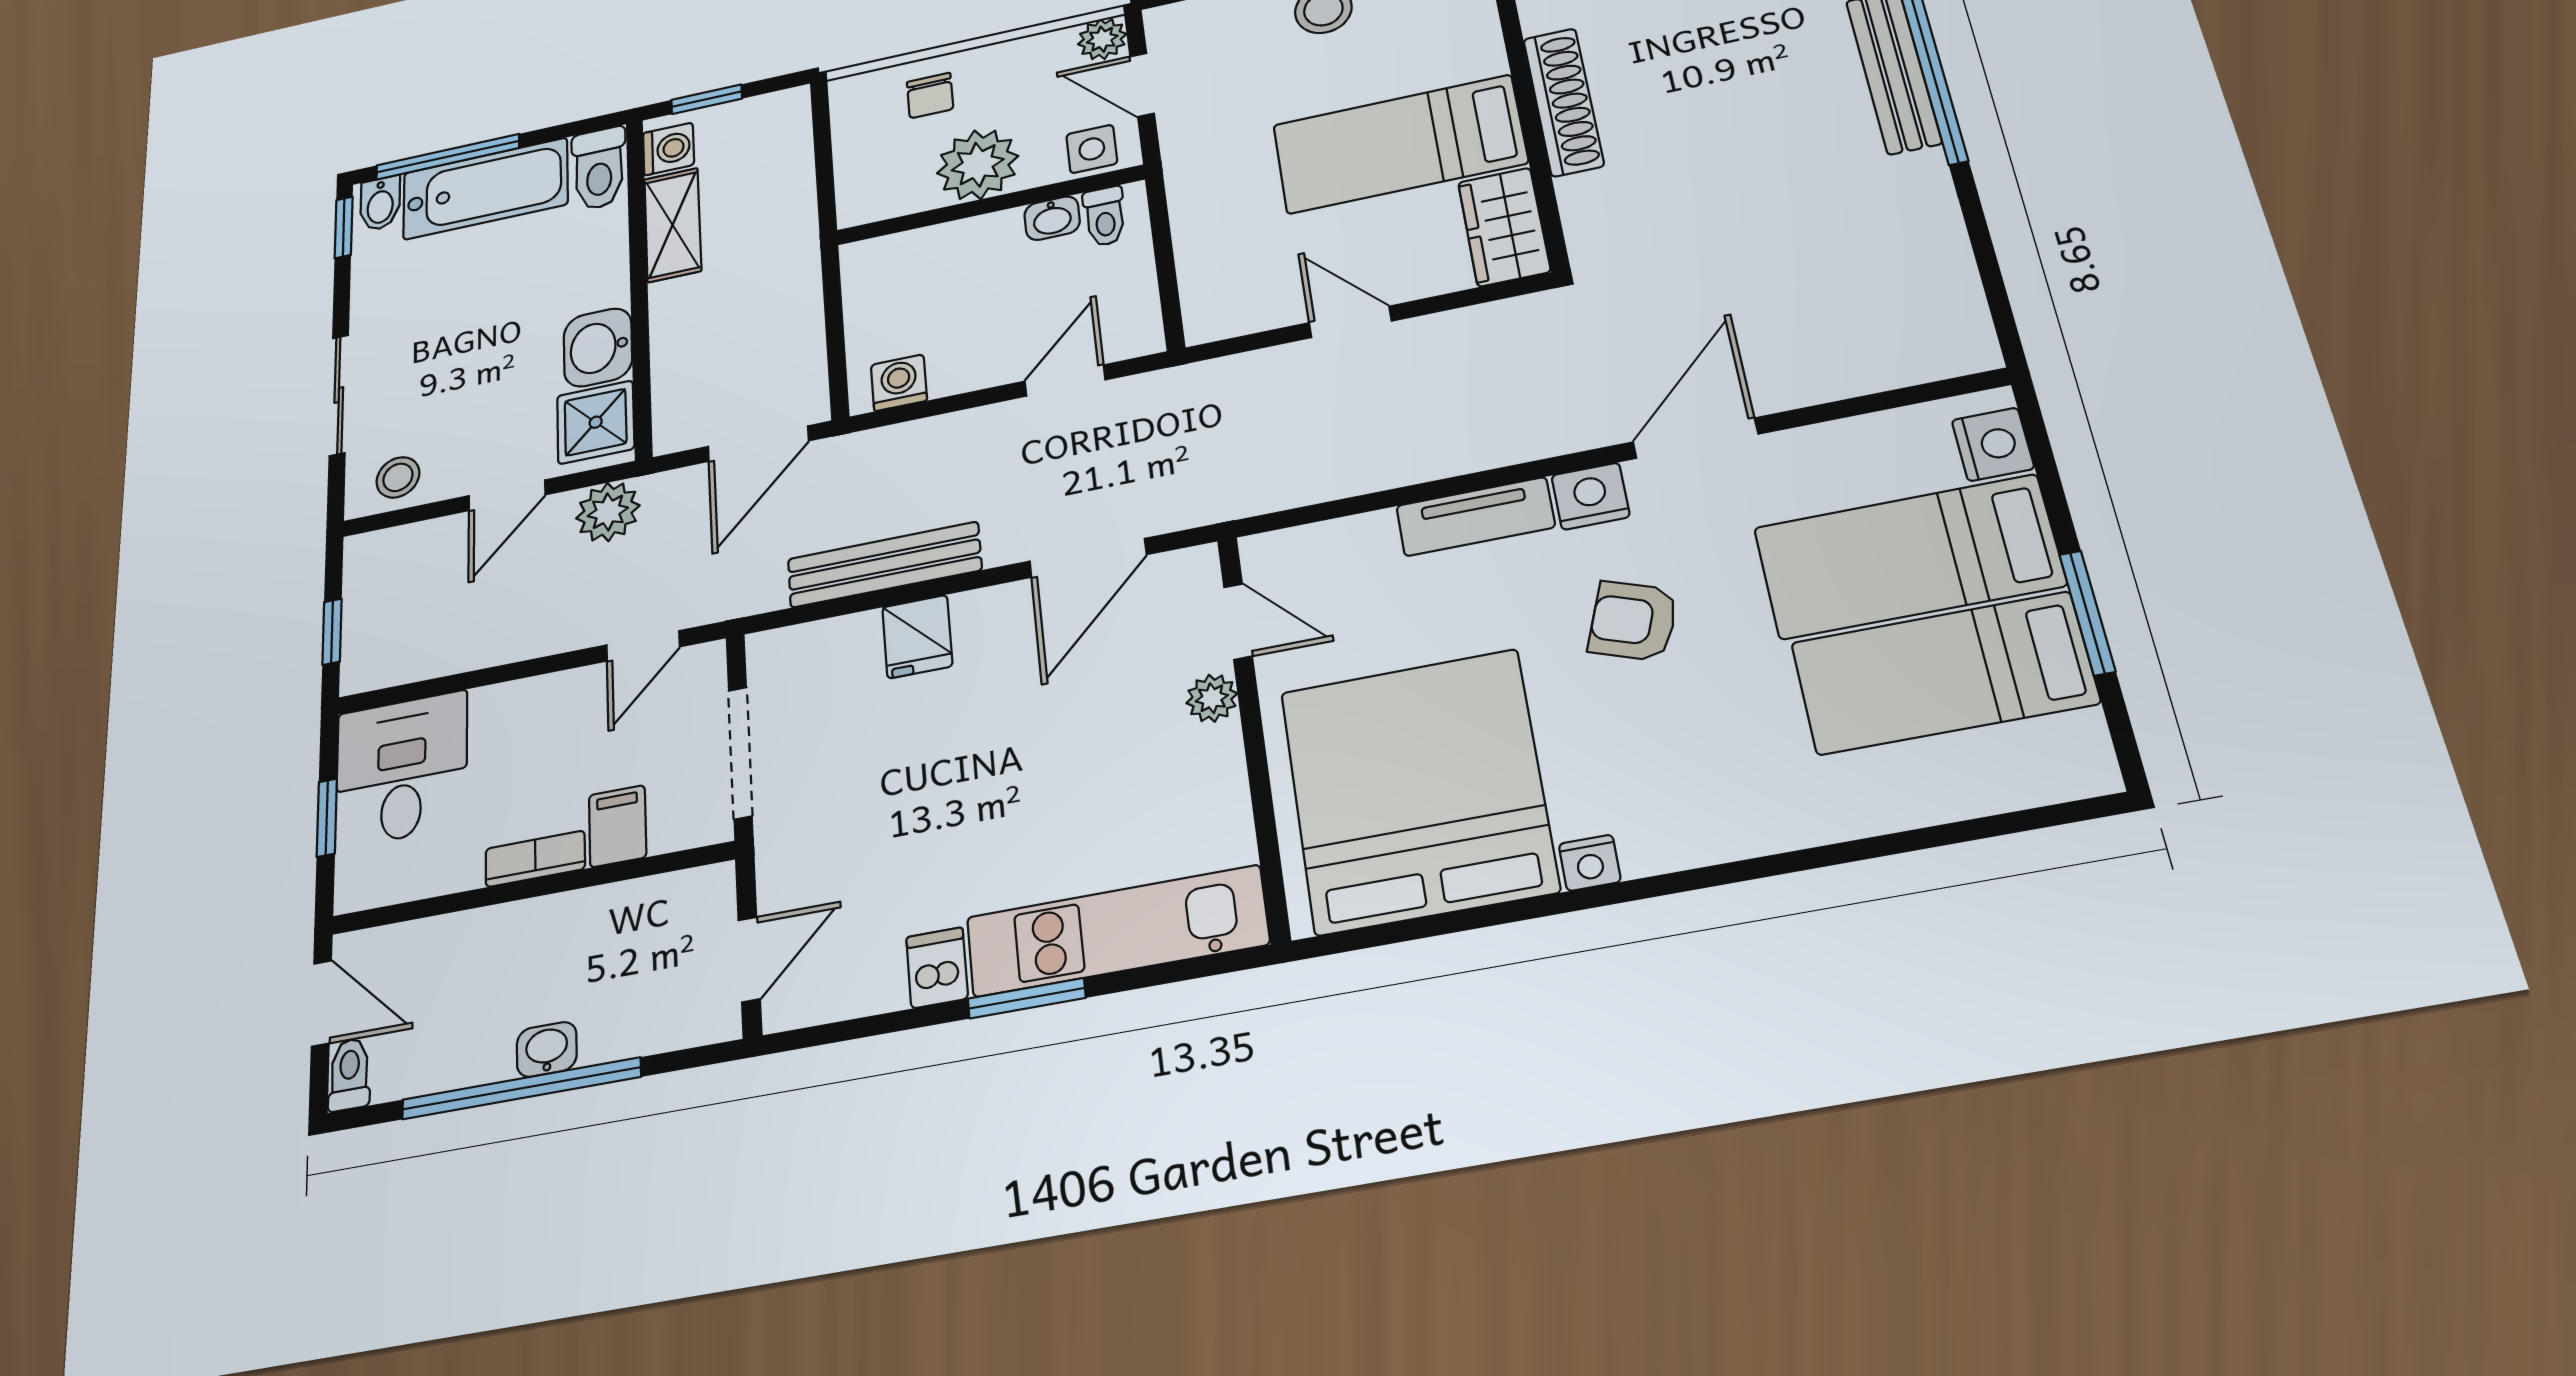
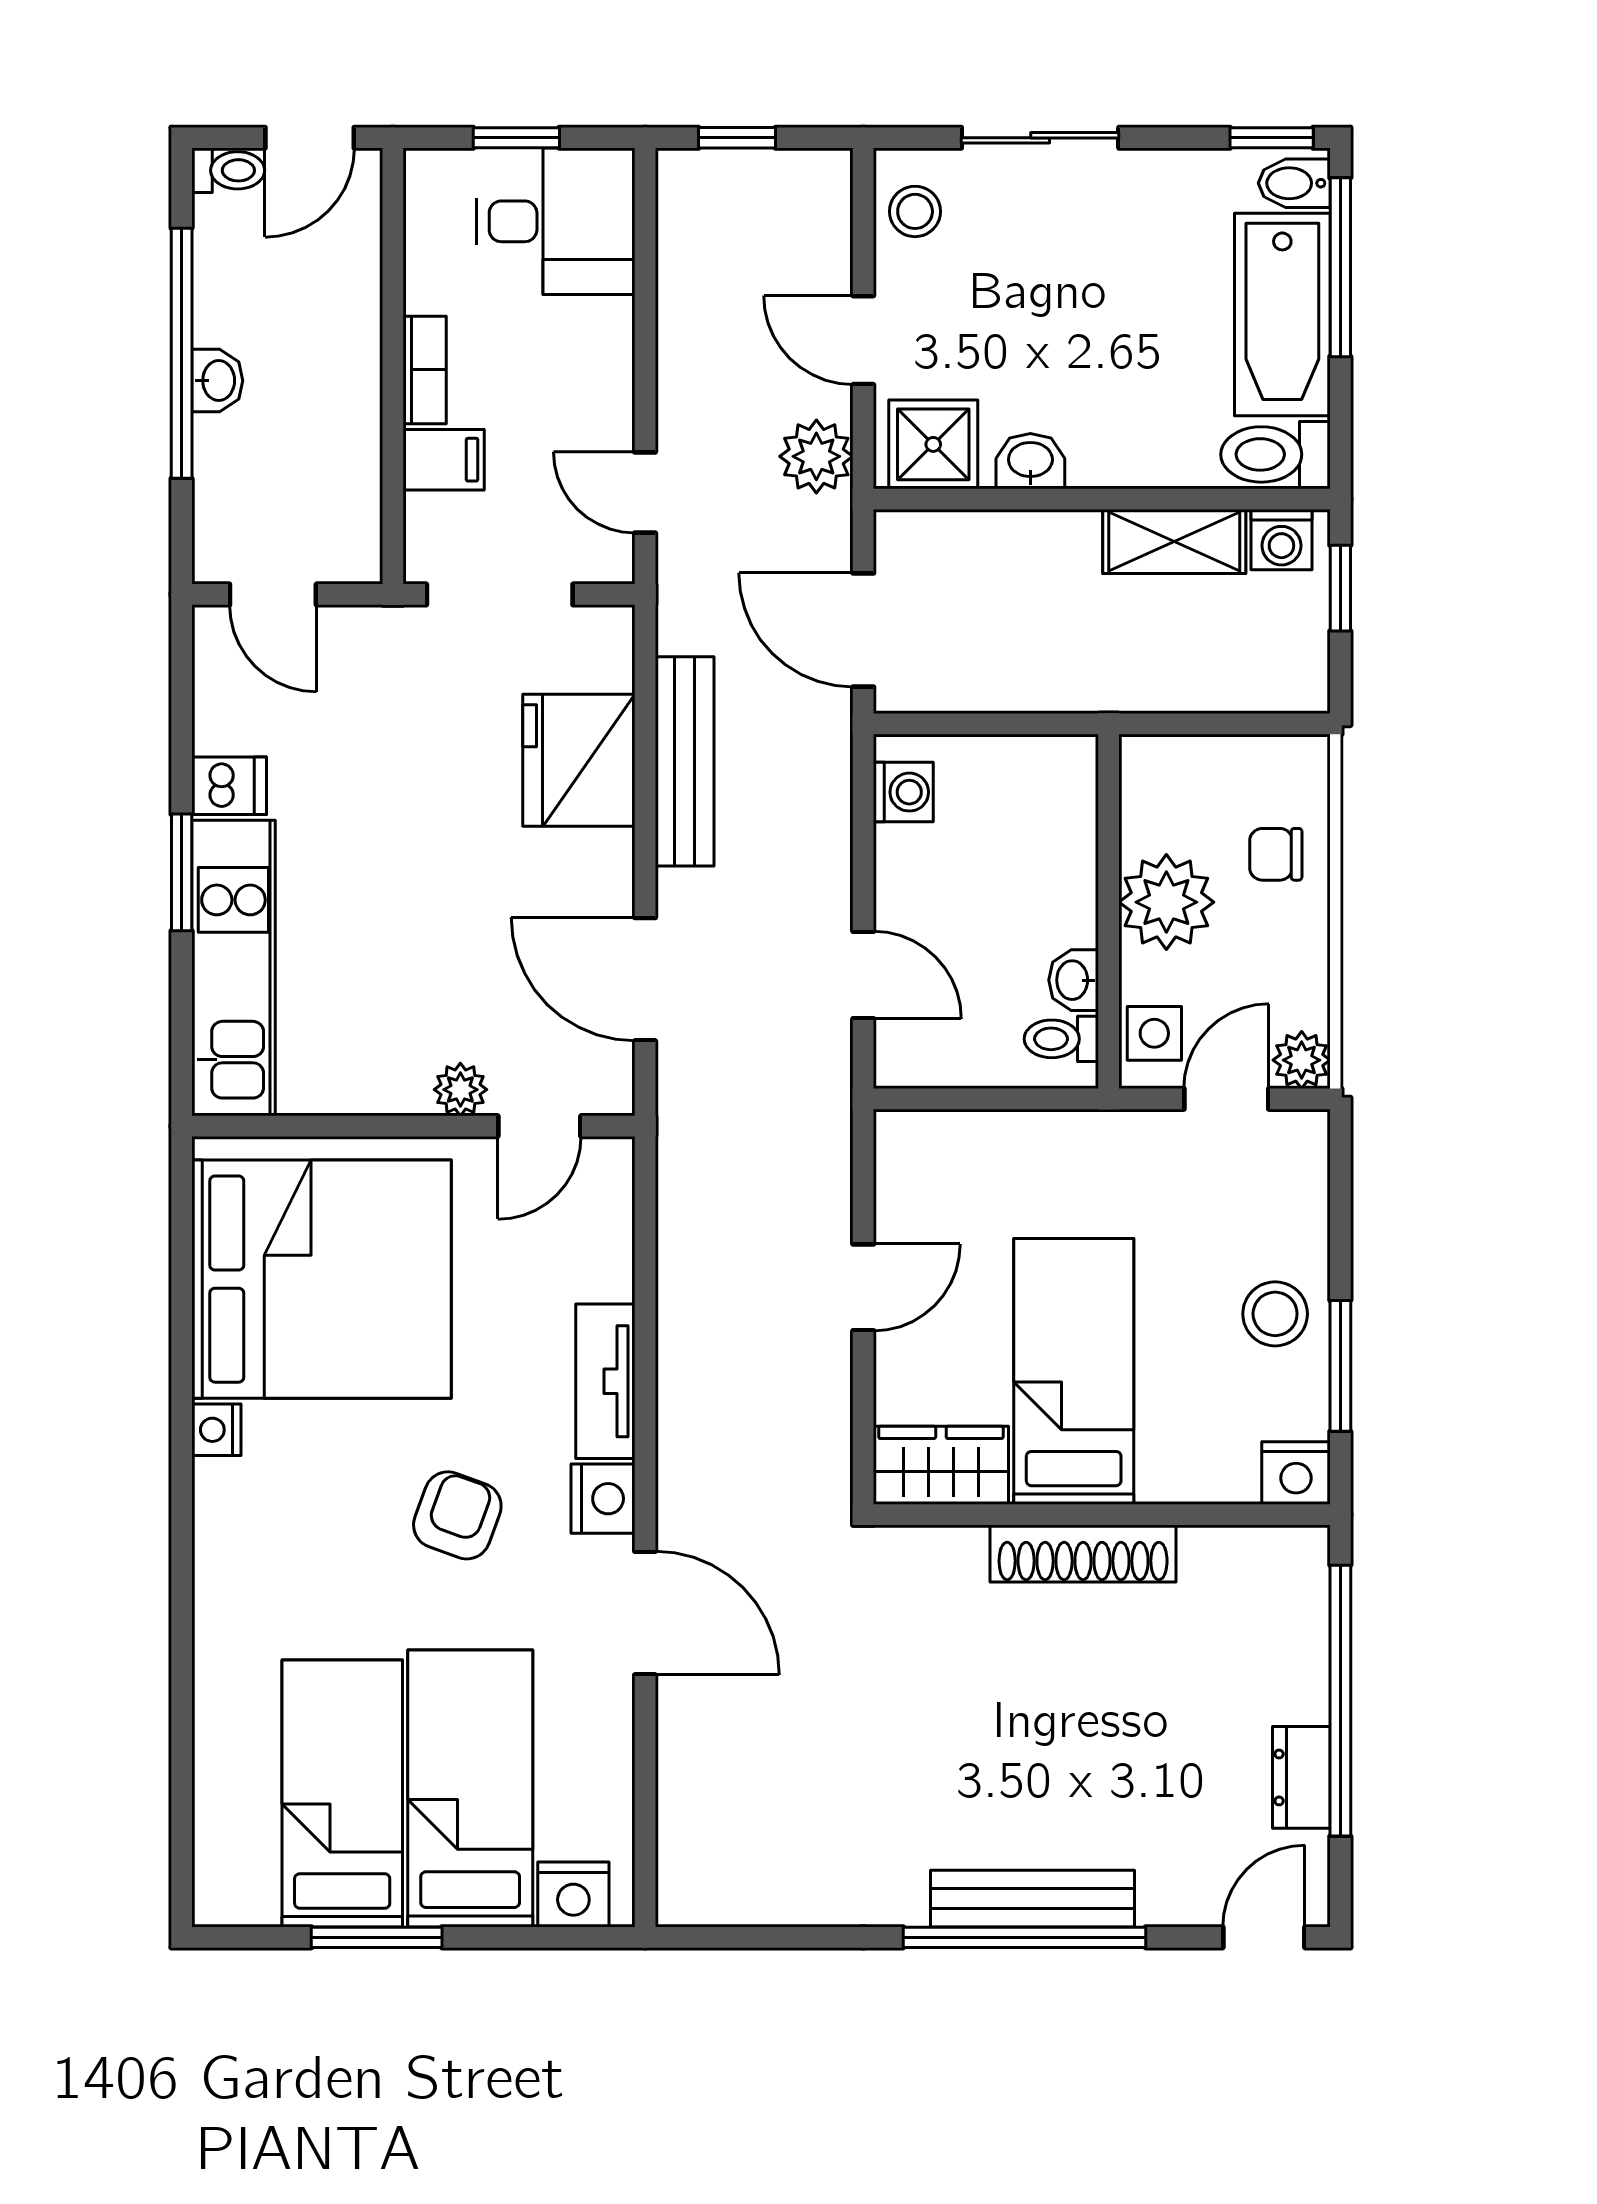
washbasin: (598, 347) -> (1030, 461), width x0.72, depth x0.69
fridge: (917, 637) -> (579, 760), width x1.88, depth x1.34

